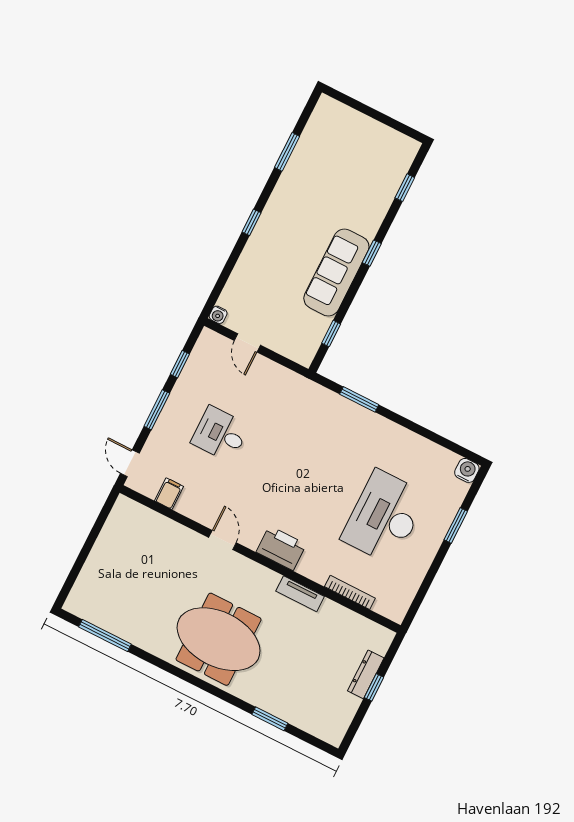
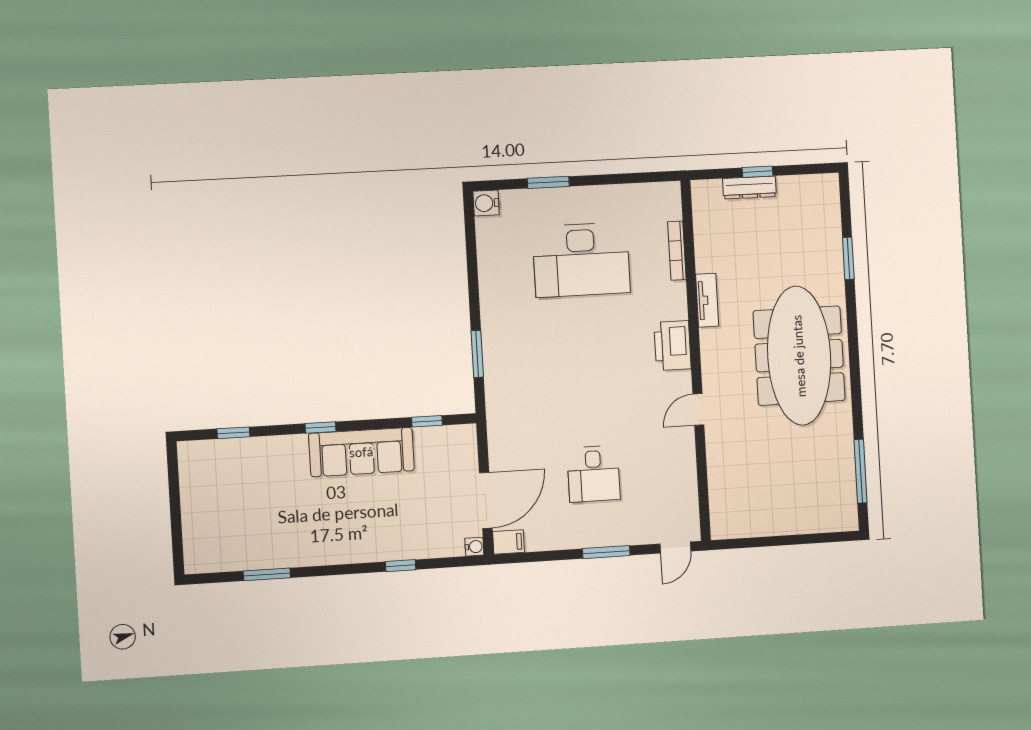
window: (252, 222) -> (401, 566), moved
door: (247, 343) -> (486, 500), width x1.87
window: (180, 364) -> (547, 556), removed
filing cabinet: (169, 494) -> (508, 542), moved, turned 180
meeting table: (219, 639) -> (799, 356), width x1.36

